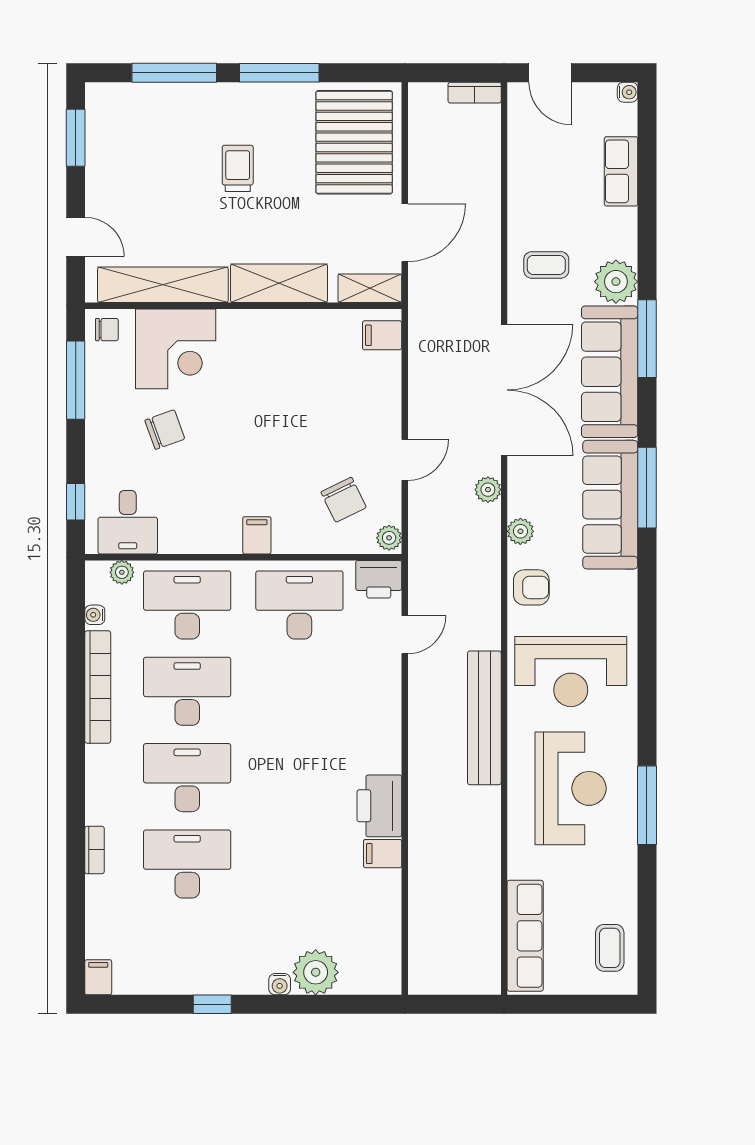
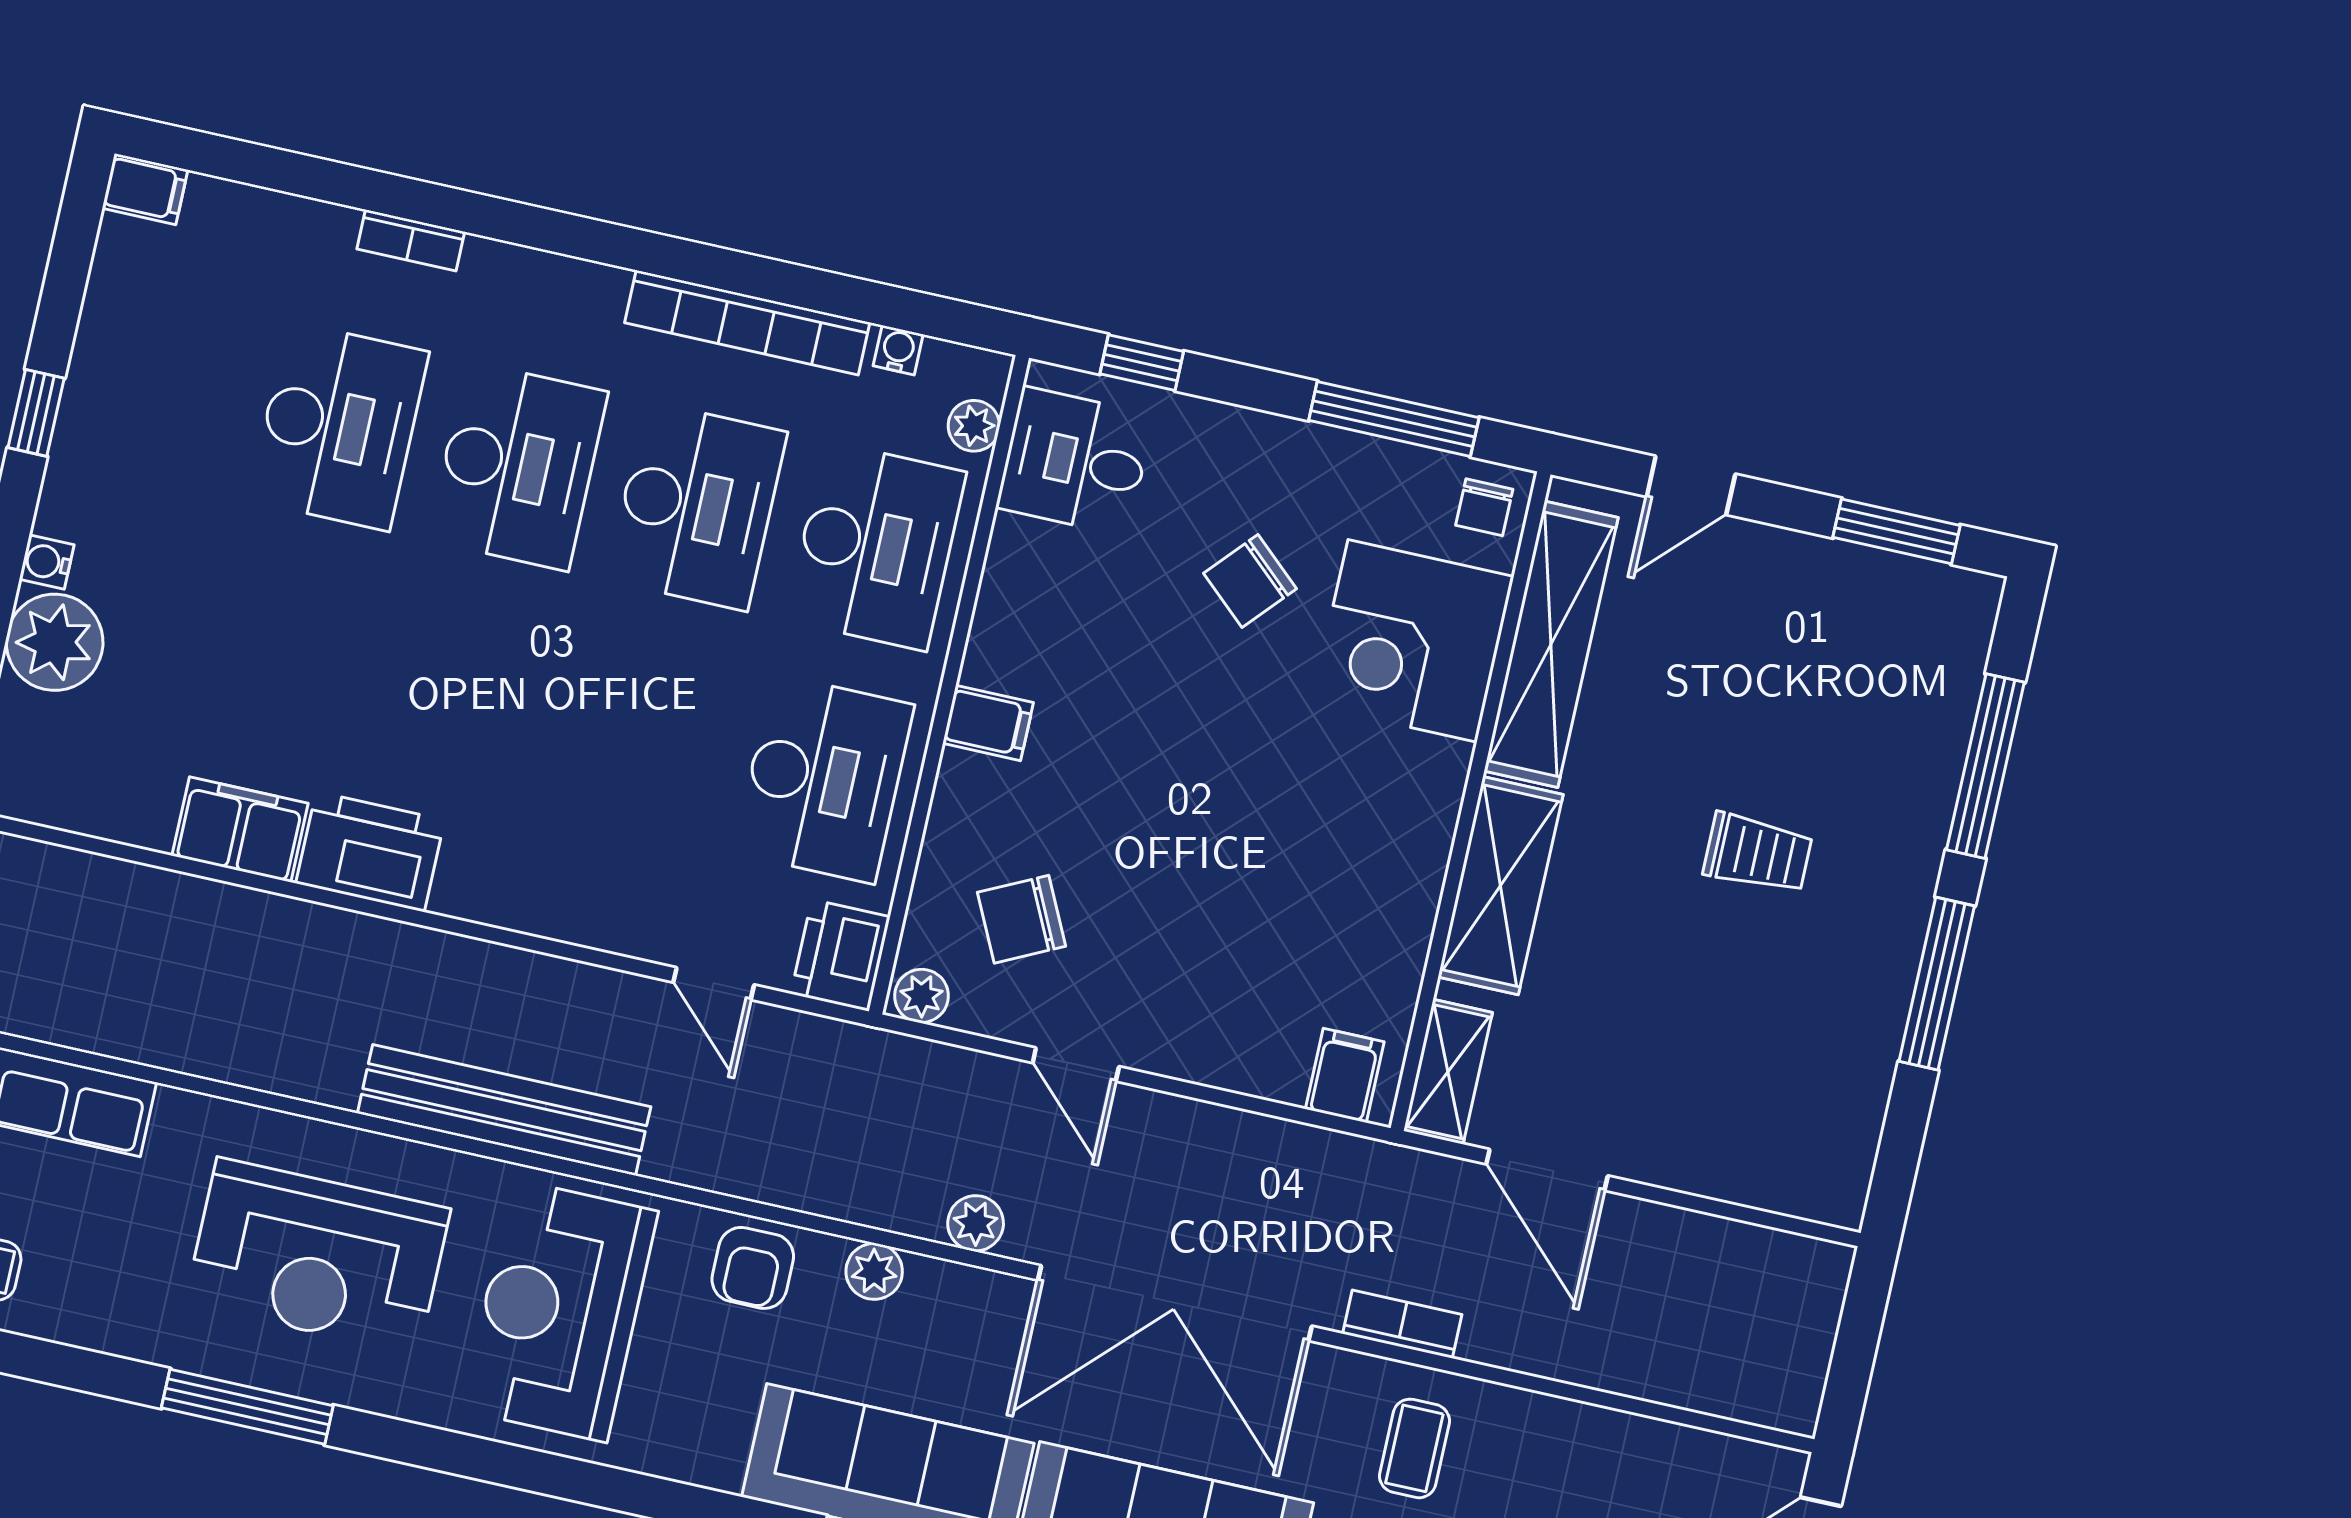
bookcase: (475, 93) -> (1402, 1324), moved, turned 90
pallet: (354, 142) -> (1758, 1107), removed
chair: (165, 430) -> (1250, 581), turned 62
filing cabinet: (383, 854) -> (240, 829), width x2.00

